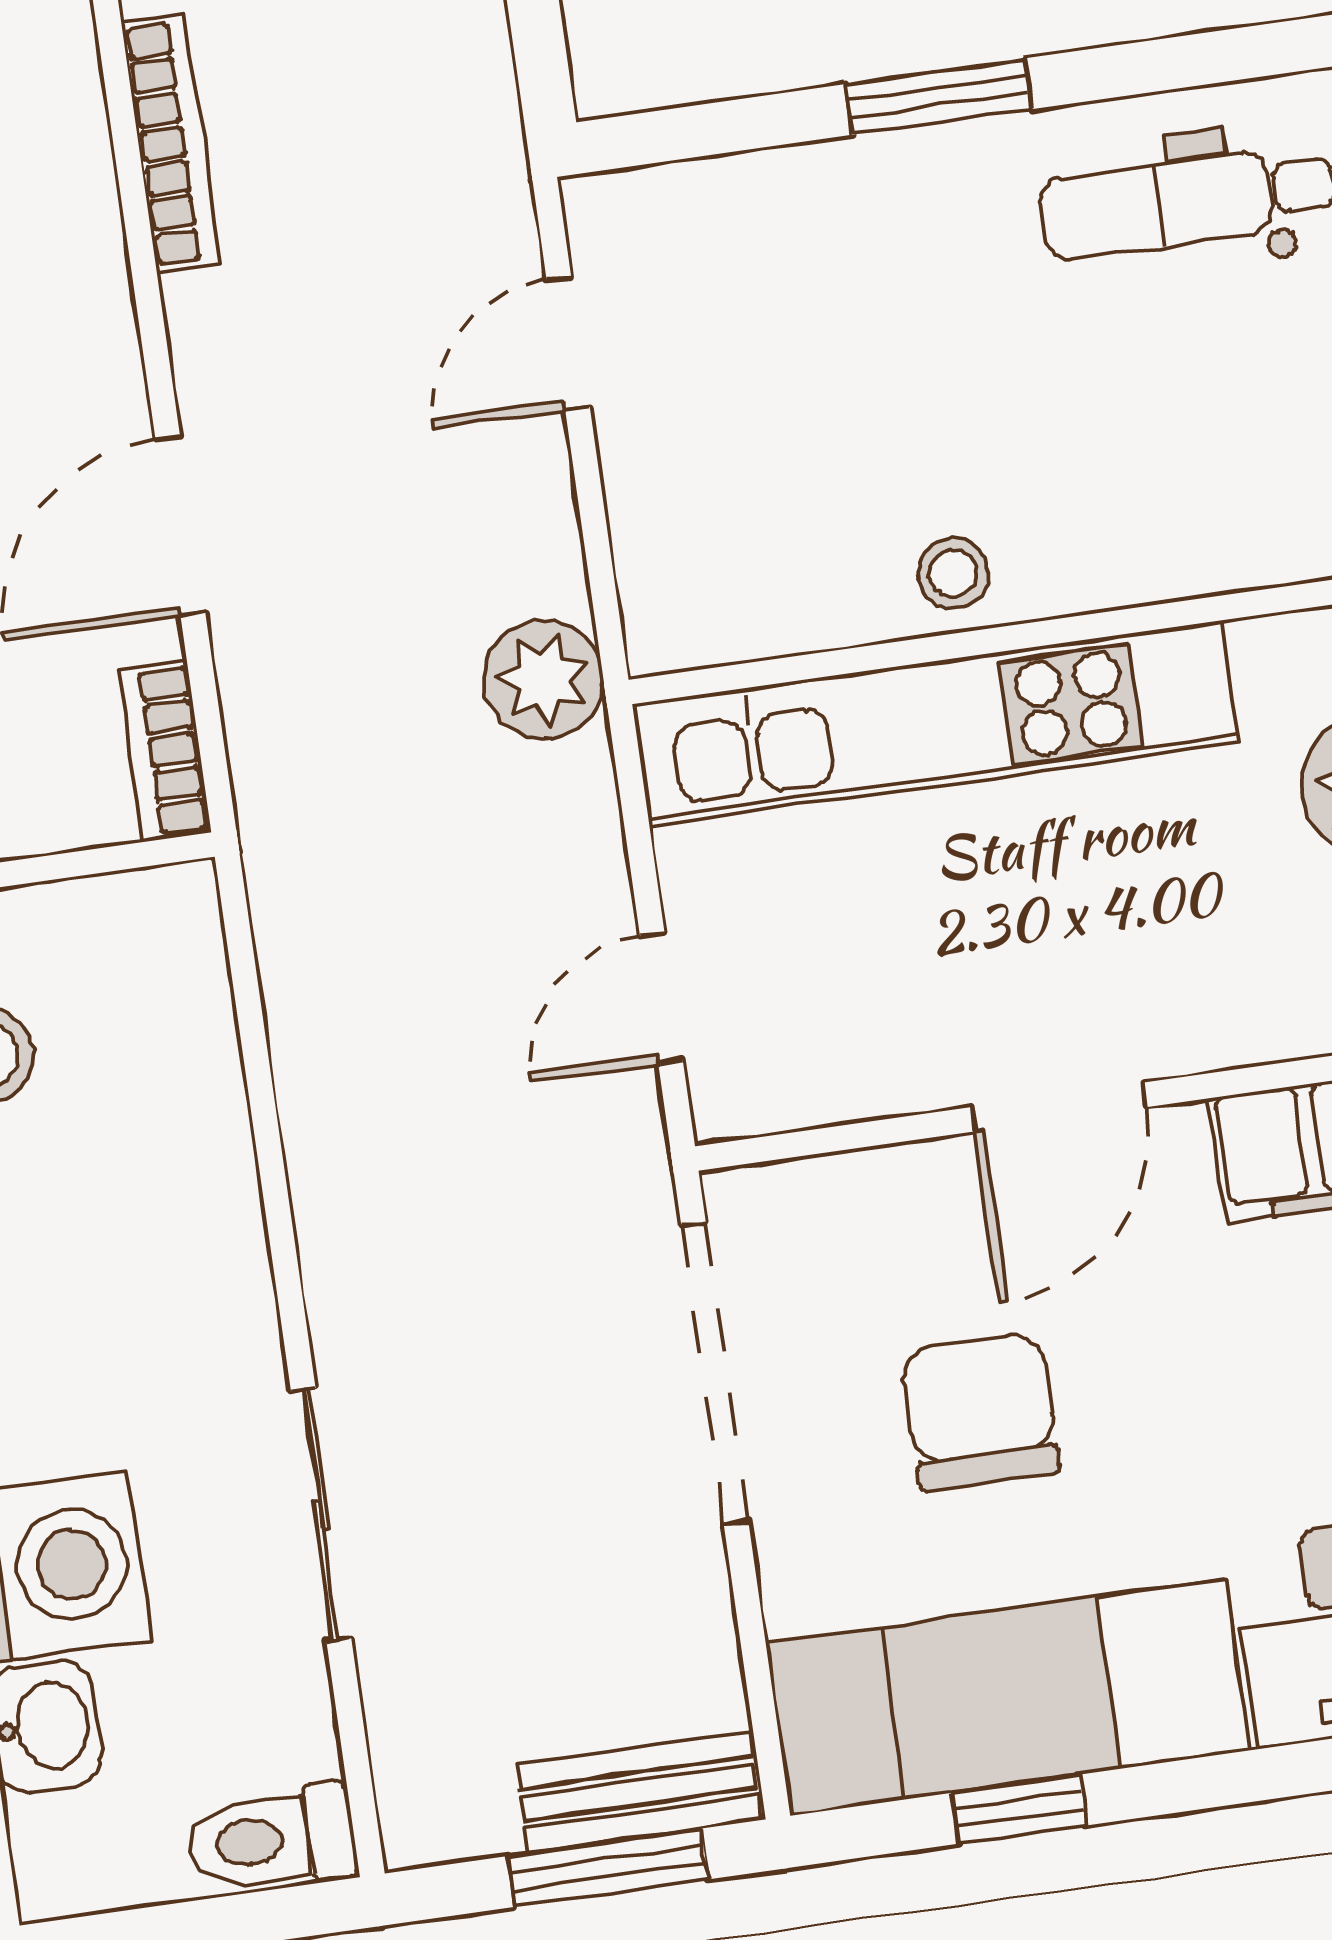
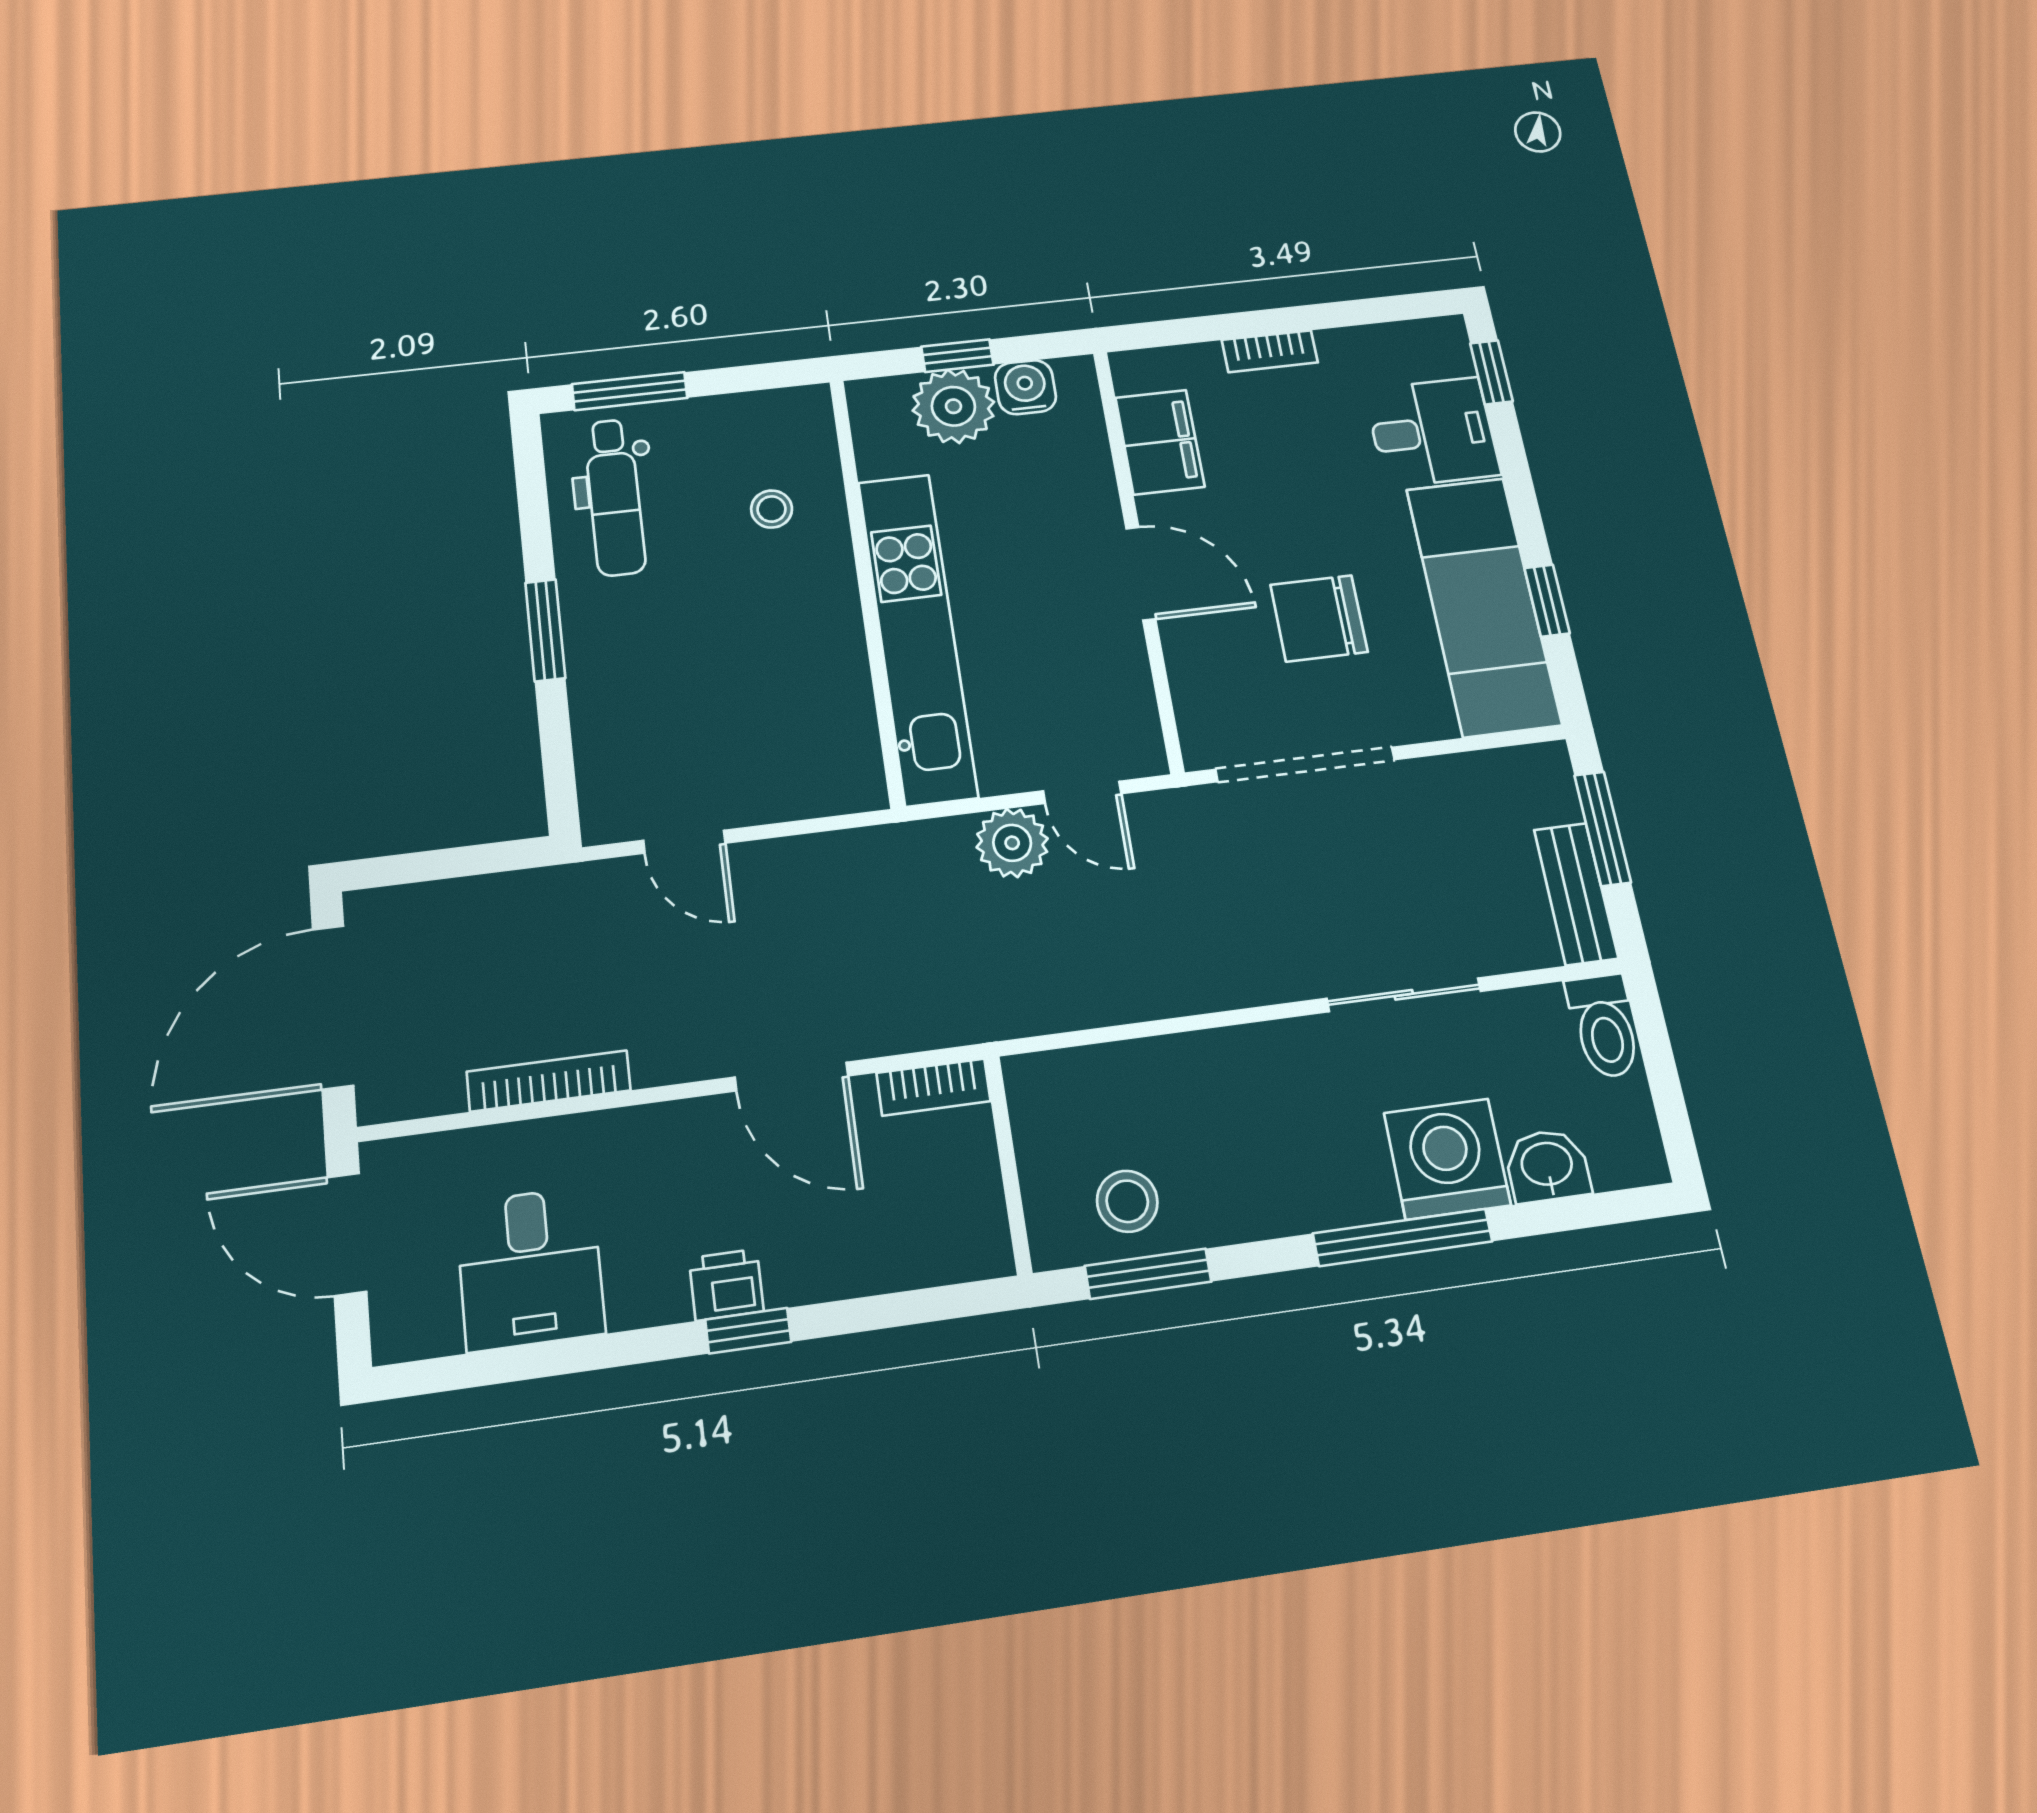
stool: (953, 573) -> (772, 509), moved
plant: (544, 680) -> (1012, 843), moved
bench: (639, 1792) -> (1576, 894), moved

